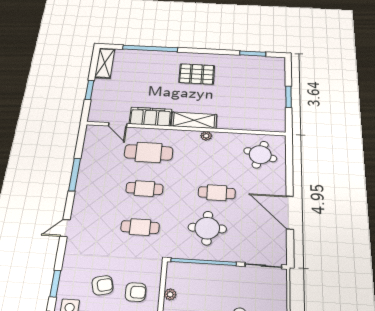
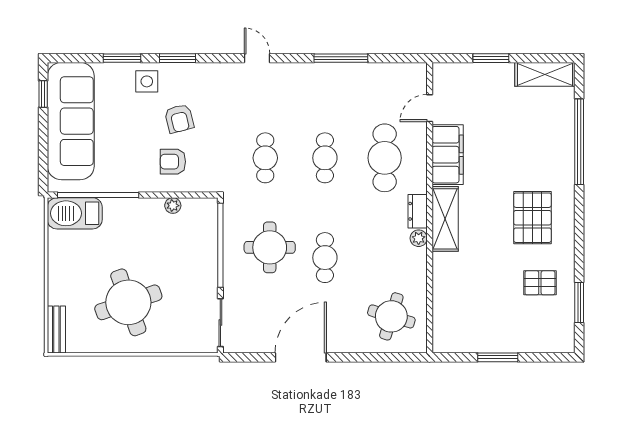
pallet: (239, 72) -> (540, 283), added
dresser: (188, 135) -> (418, 211), added
armchair: (136, 292) -> (173, 162), turned 90

